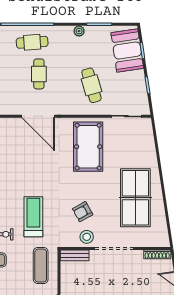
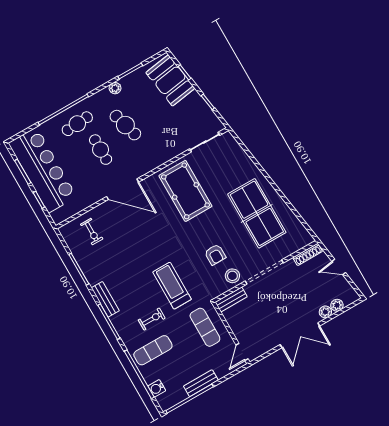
cafe table: (91, 85) -> (125, 125), moved
armchair: (83, 212) -> (215, 255), turned -61

